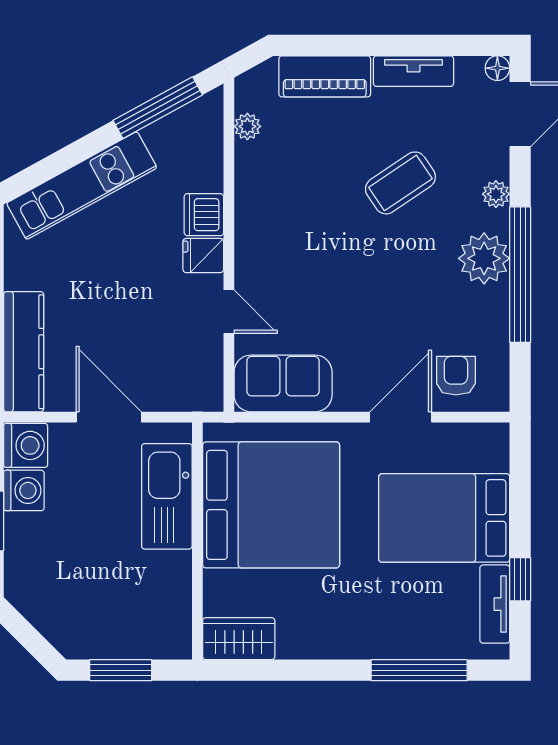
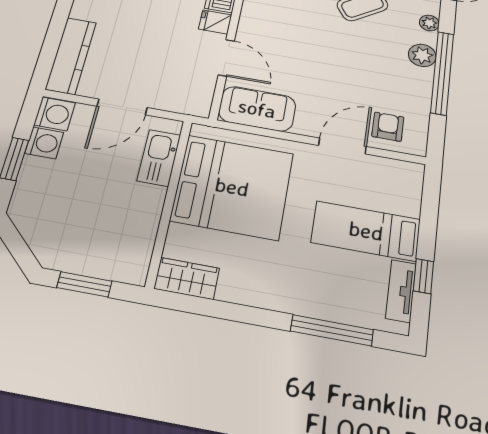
plant: (484, 258) -> (422, 55), width x0.73, depth x0.73
door: (229, 312) -> (226, 58), width x1.38
door: (109, 417) -> (122, 107), swing flipped
kitchen sink: (167, 496) -> (159, 158), width x0.73, depth x0.81
bed: (444, 518) -> (366, 231), width x0.67

